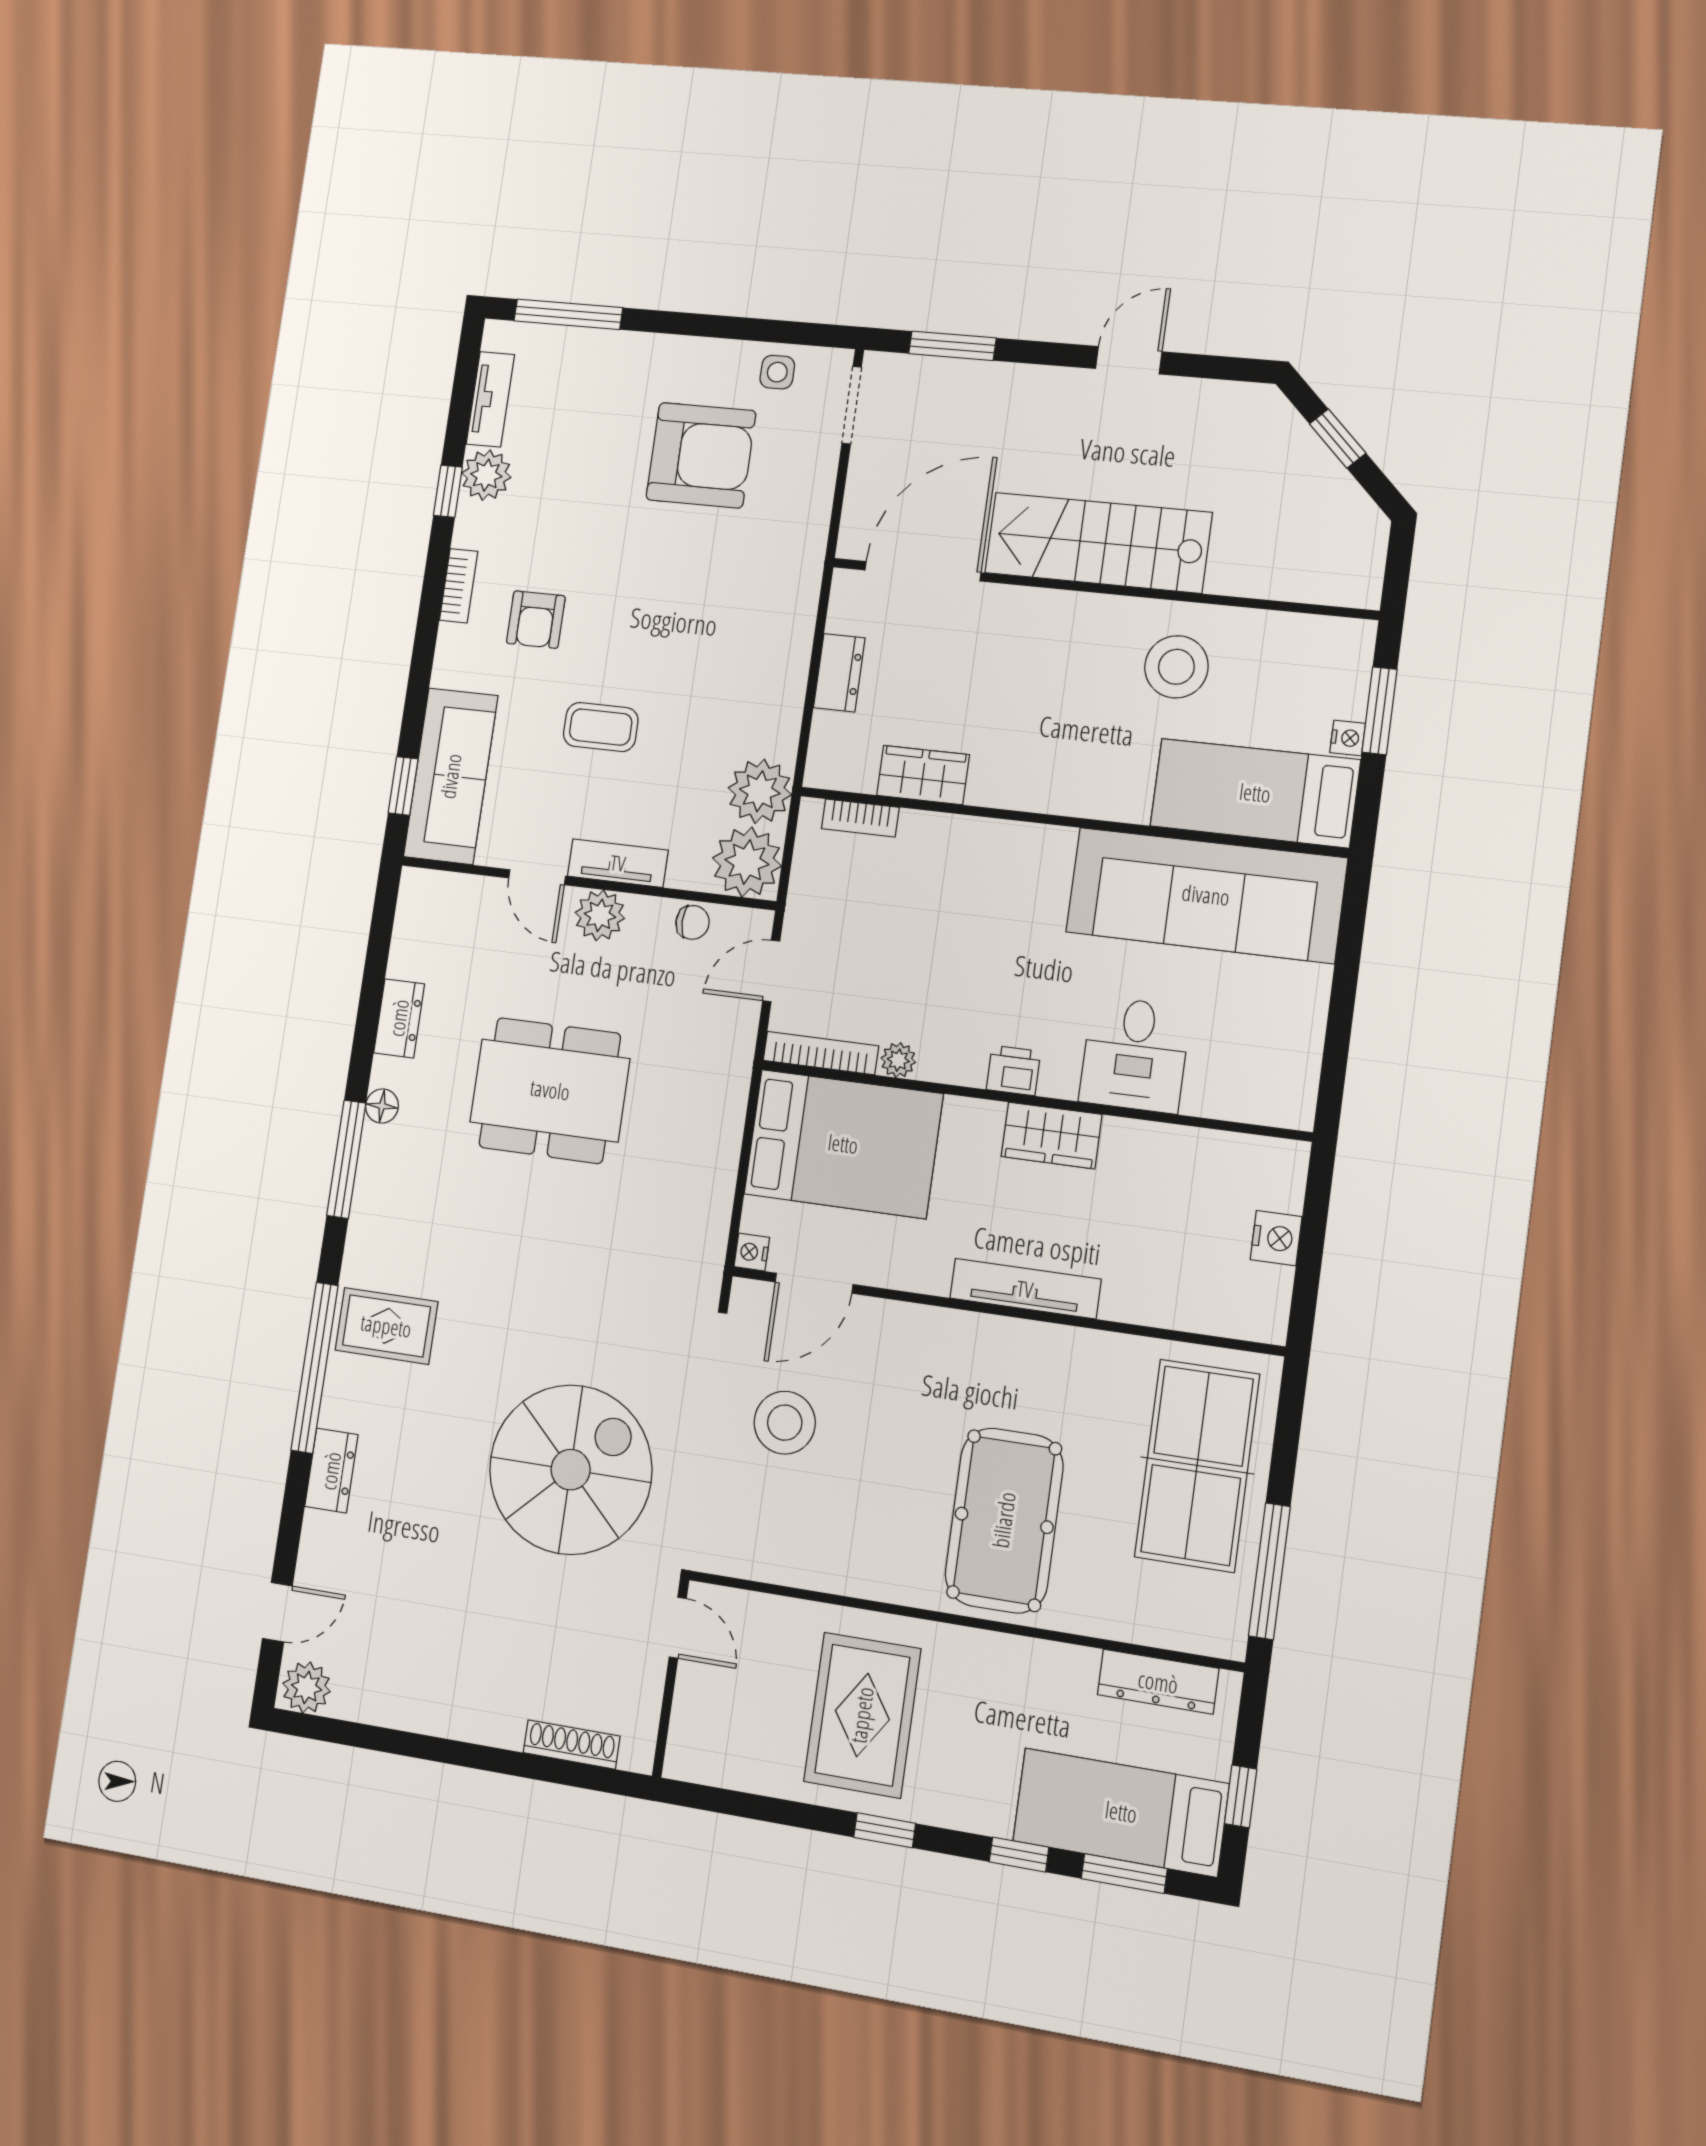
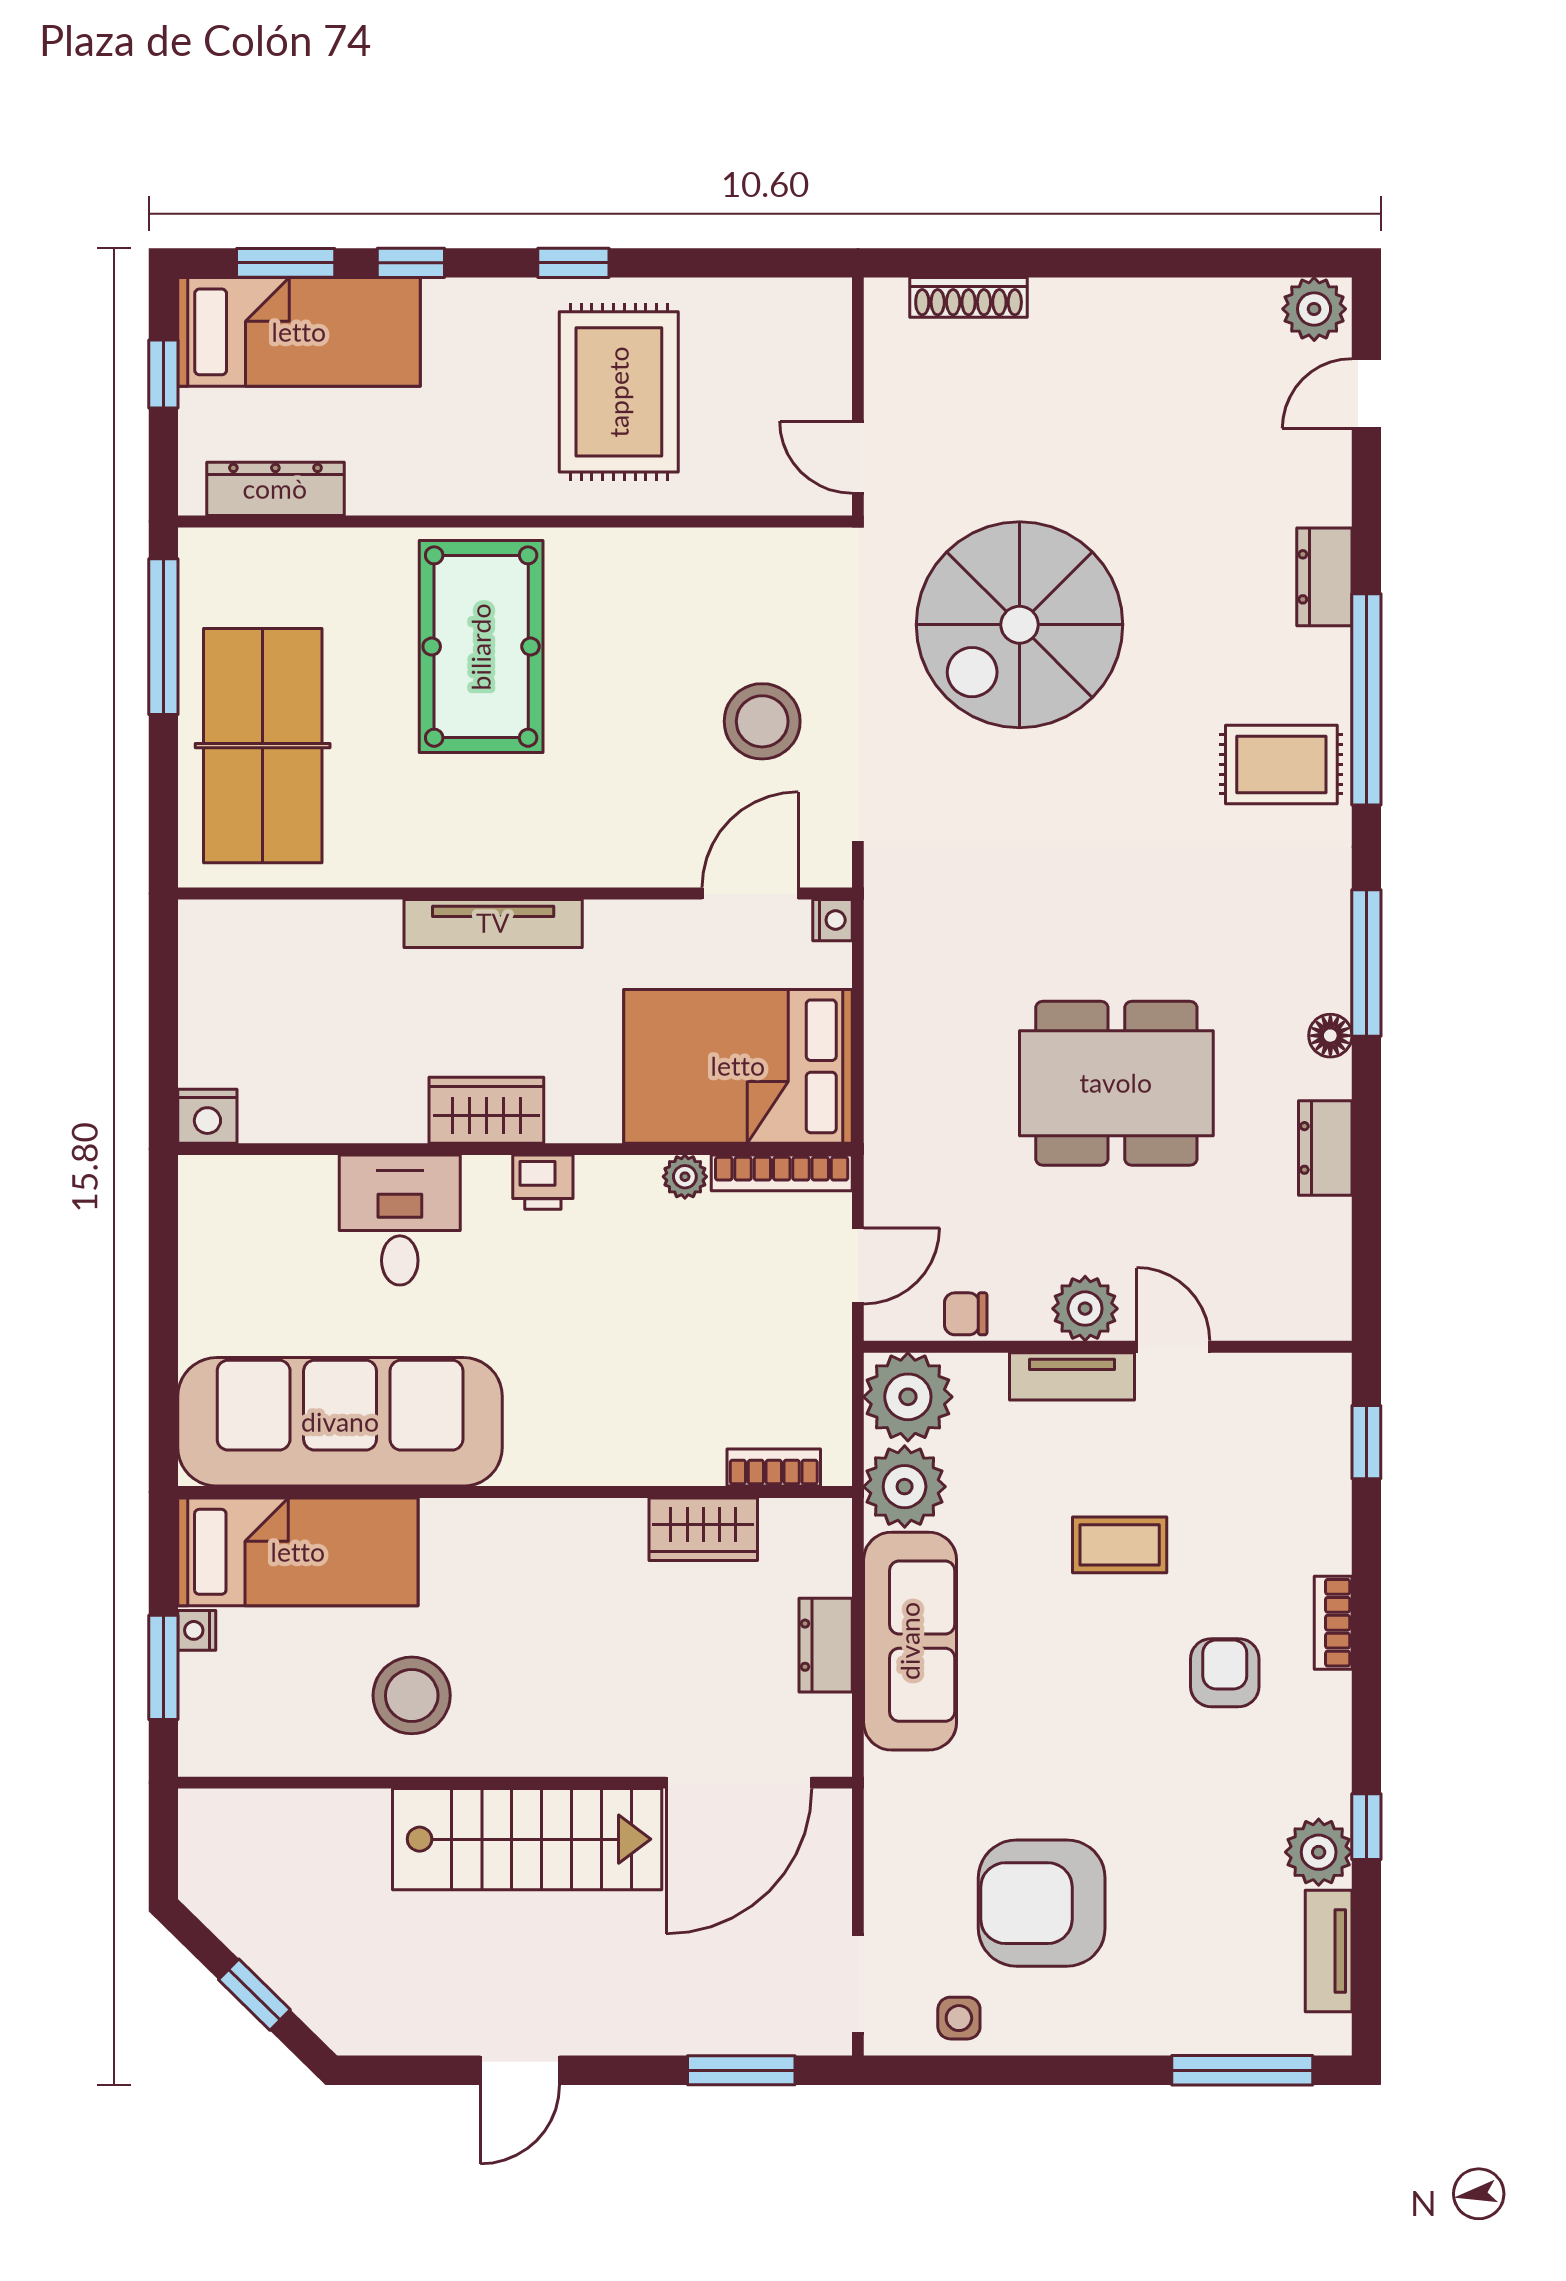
bookcase: (459, 586) -> (1333, 1623), moved
sofa: (451, 776) -> (910, 1641), moved, turned 180
nightstand: (1276, 1238) -> (207, 1116), moved, turned -90

